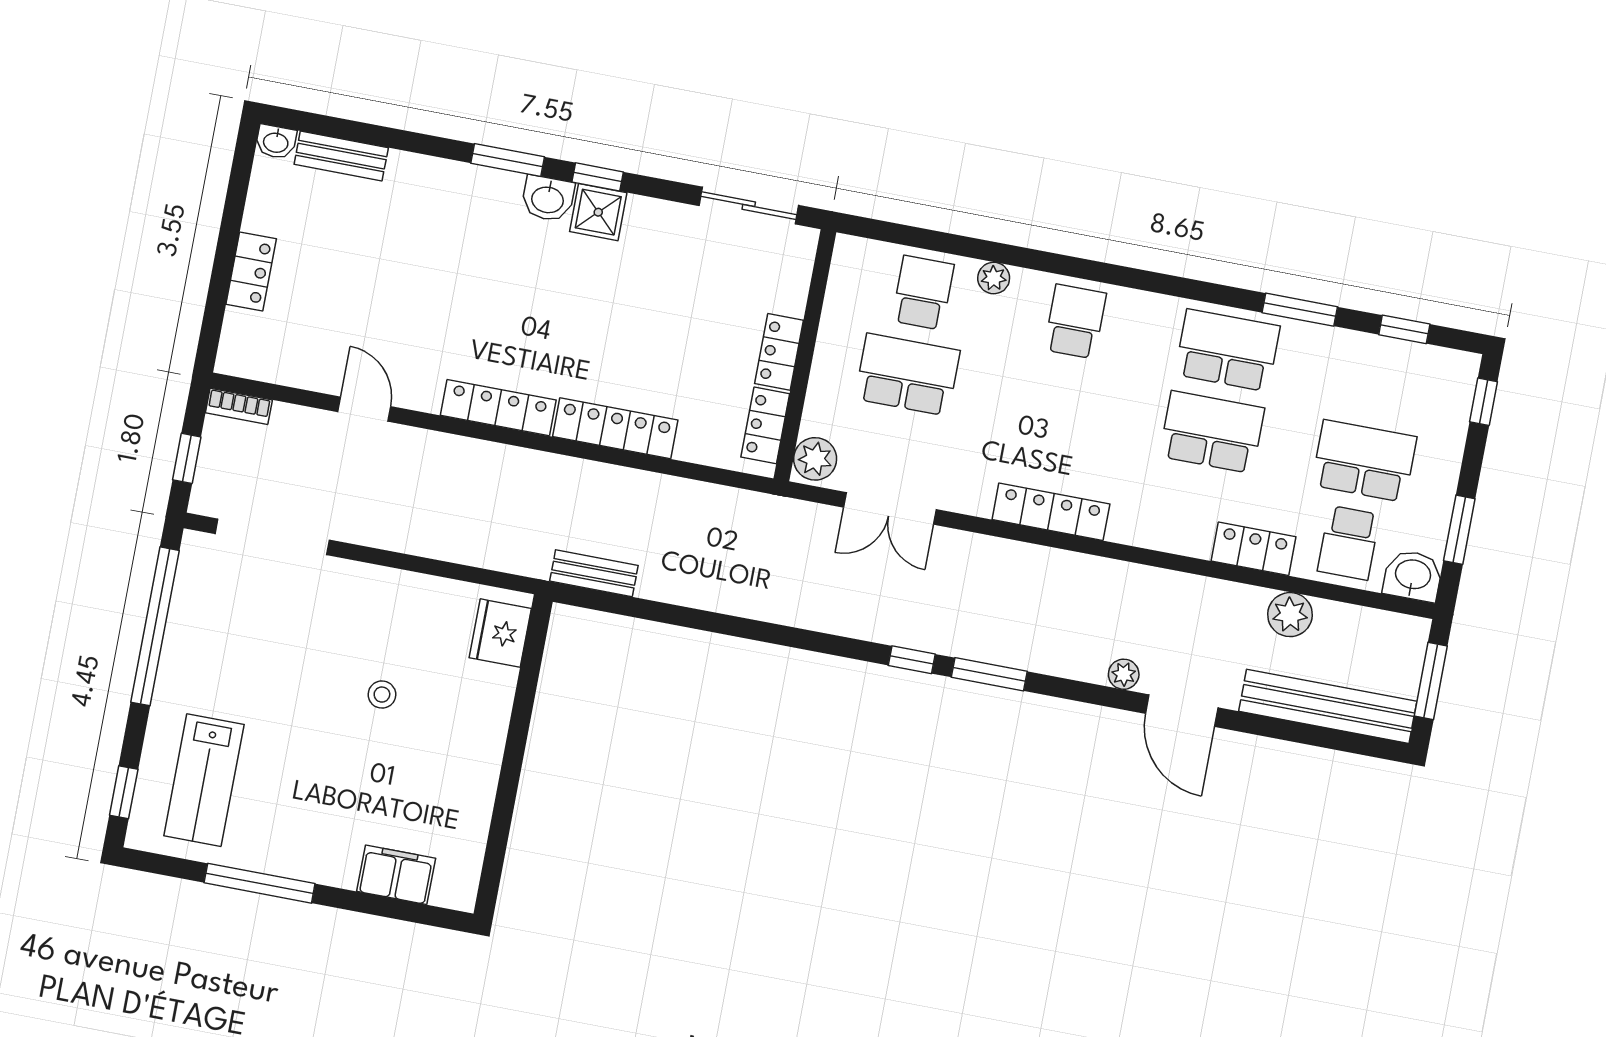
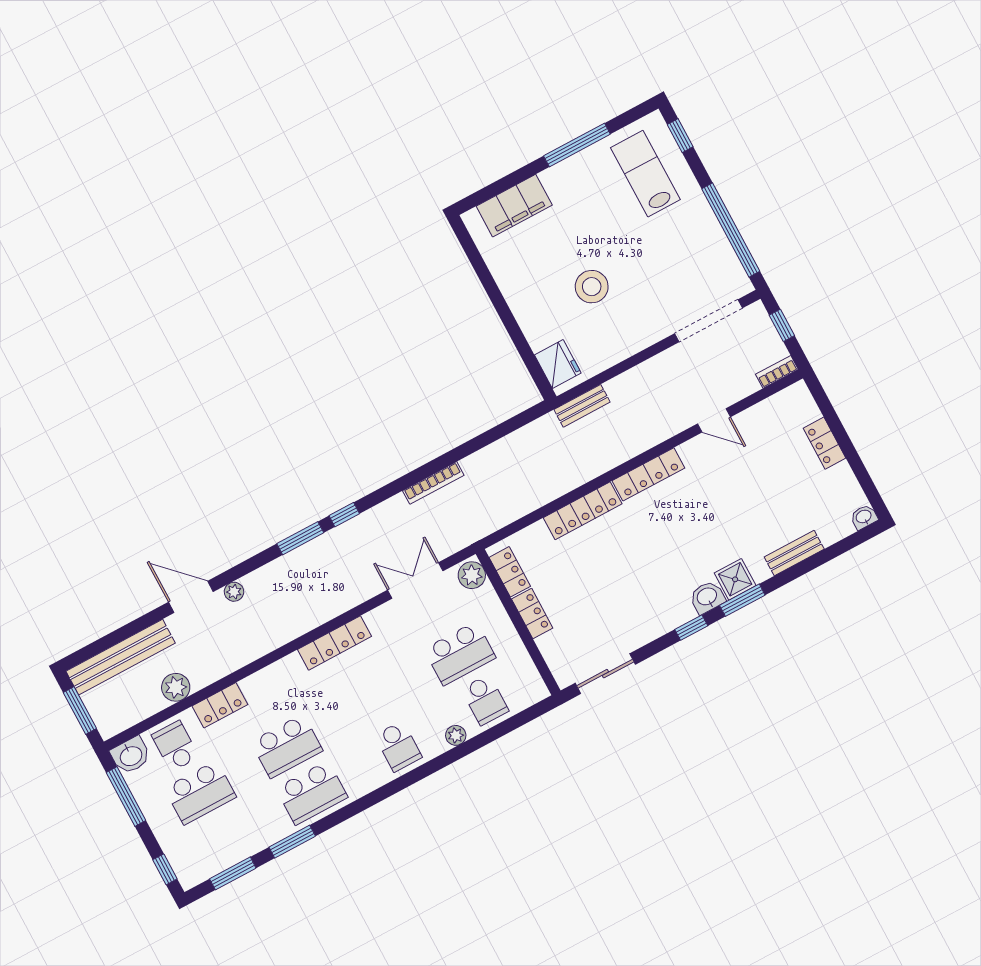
bench: (341, 156) -> (794, 553), moved
shower: (598, 212) -> (735, 579), moved
window: (1404, 329) -> (233, 873), width x1.50
window: (1459, 530) -> (126, 797), width x1.44
bench: (594, 573) -> (582, 406), moved
bookcase: (771, 610) -> (433, 483), added
stool: (382, 695) -> (592, 287), width x1.89, depth x1.89
filing cabinet: (396, 875) -> (514, 206), width x1.50, depth x1.17

